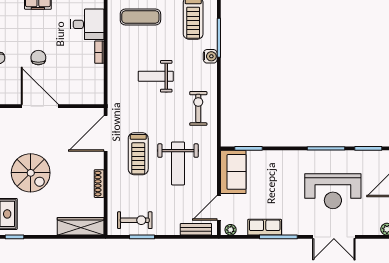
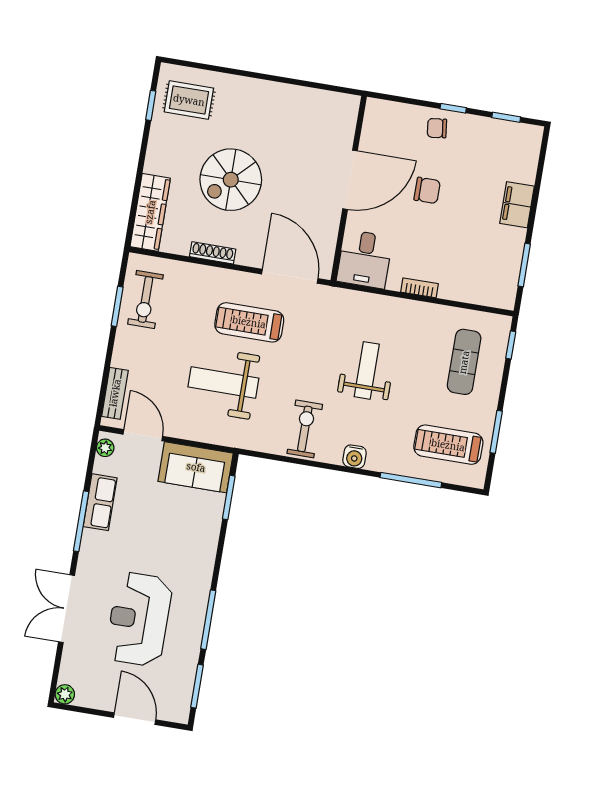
desk: (87, 24) -> (365, 259), moved
water cooler: (210, 56) -> (355, 457), moved
exercise bike: (198, 108) -> (305, 429), turned -90
spiral stairs: (31, 173) -> (231, 180), moved

